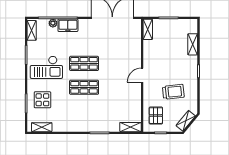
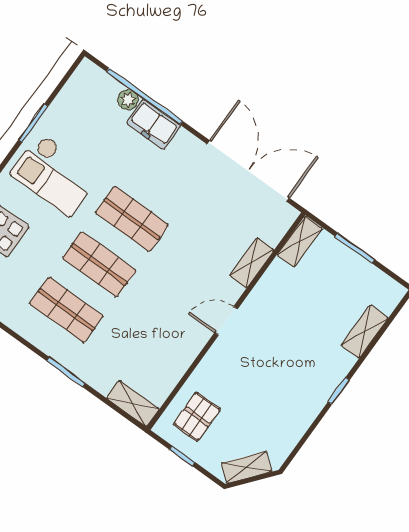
shelving: (32, 30) -> (252, 263), moved
trolley: (173, 92) -> (263, 395), removed
shop shelf: (84, 111) -> (66, 310), added

